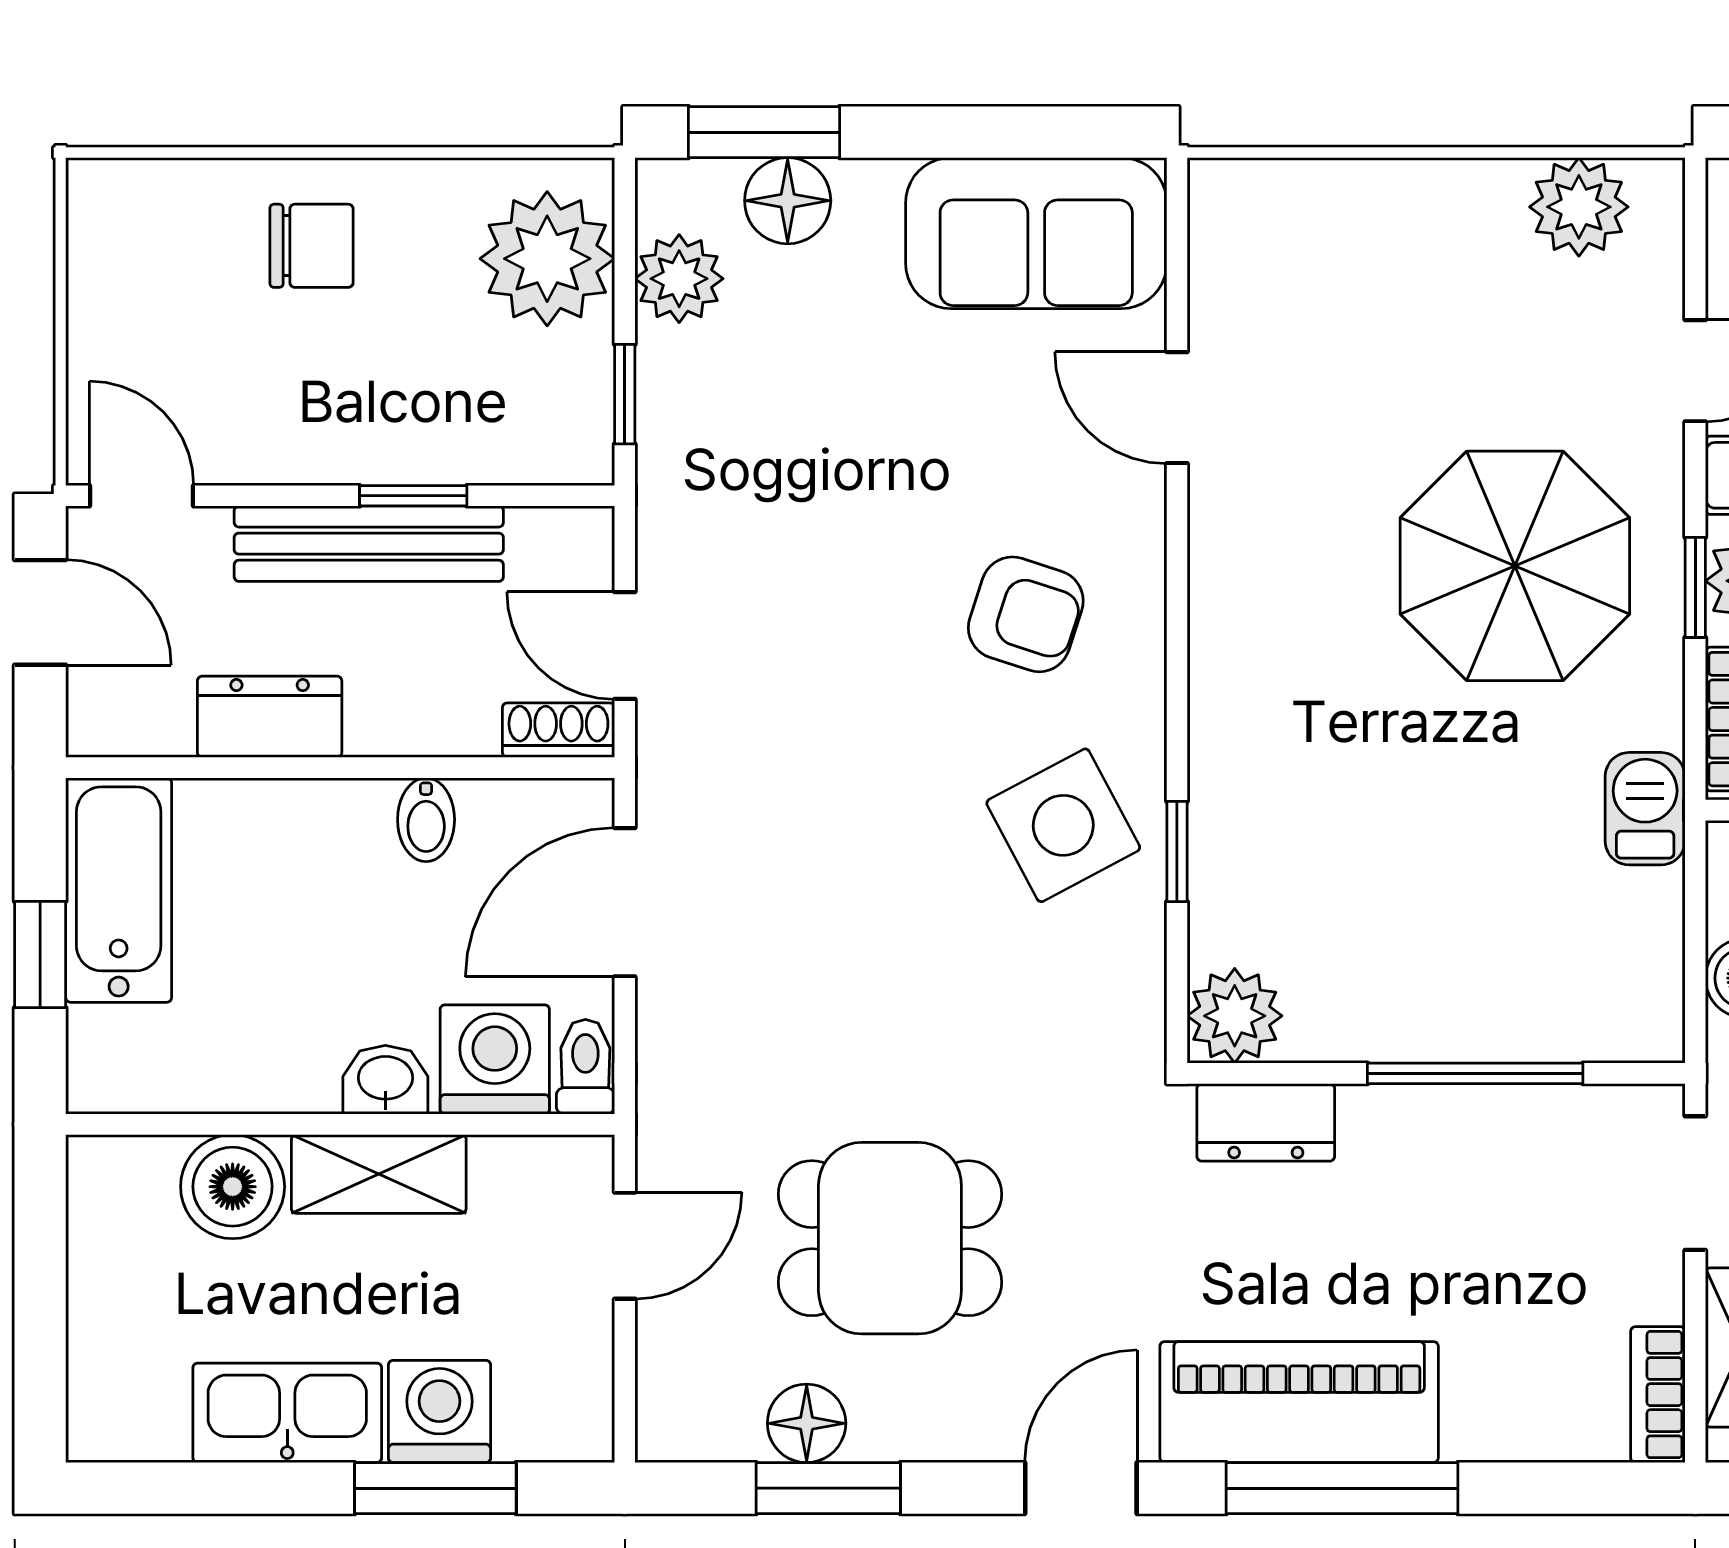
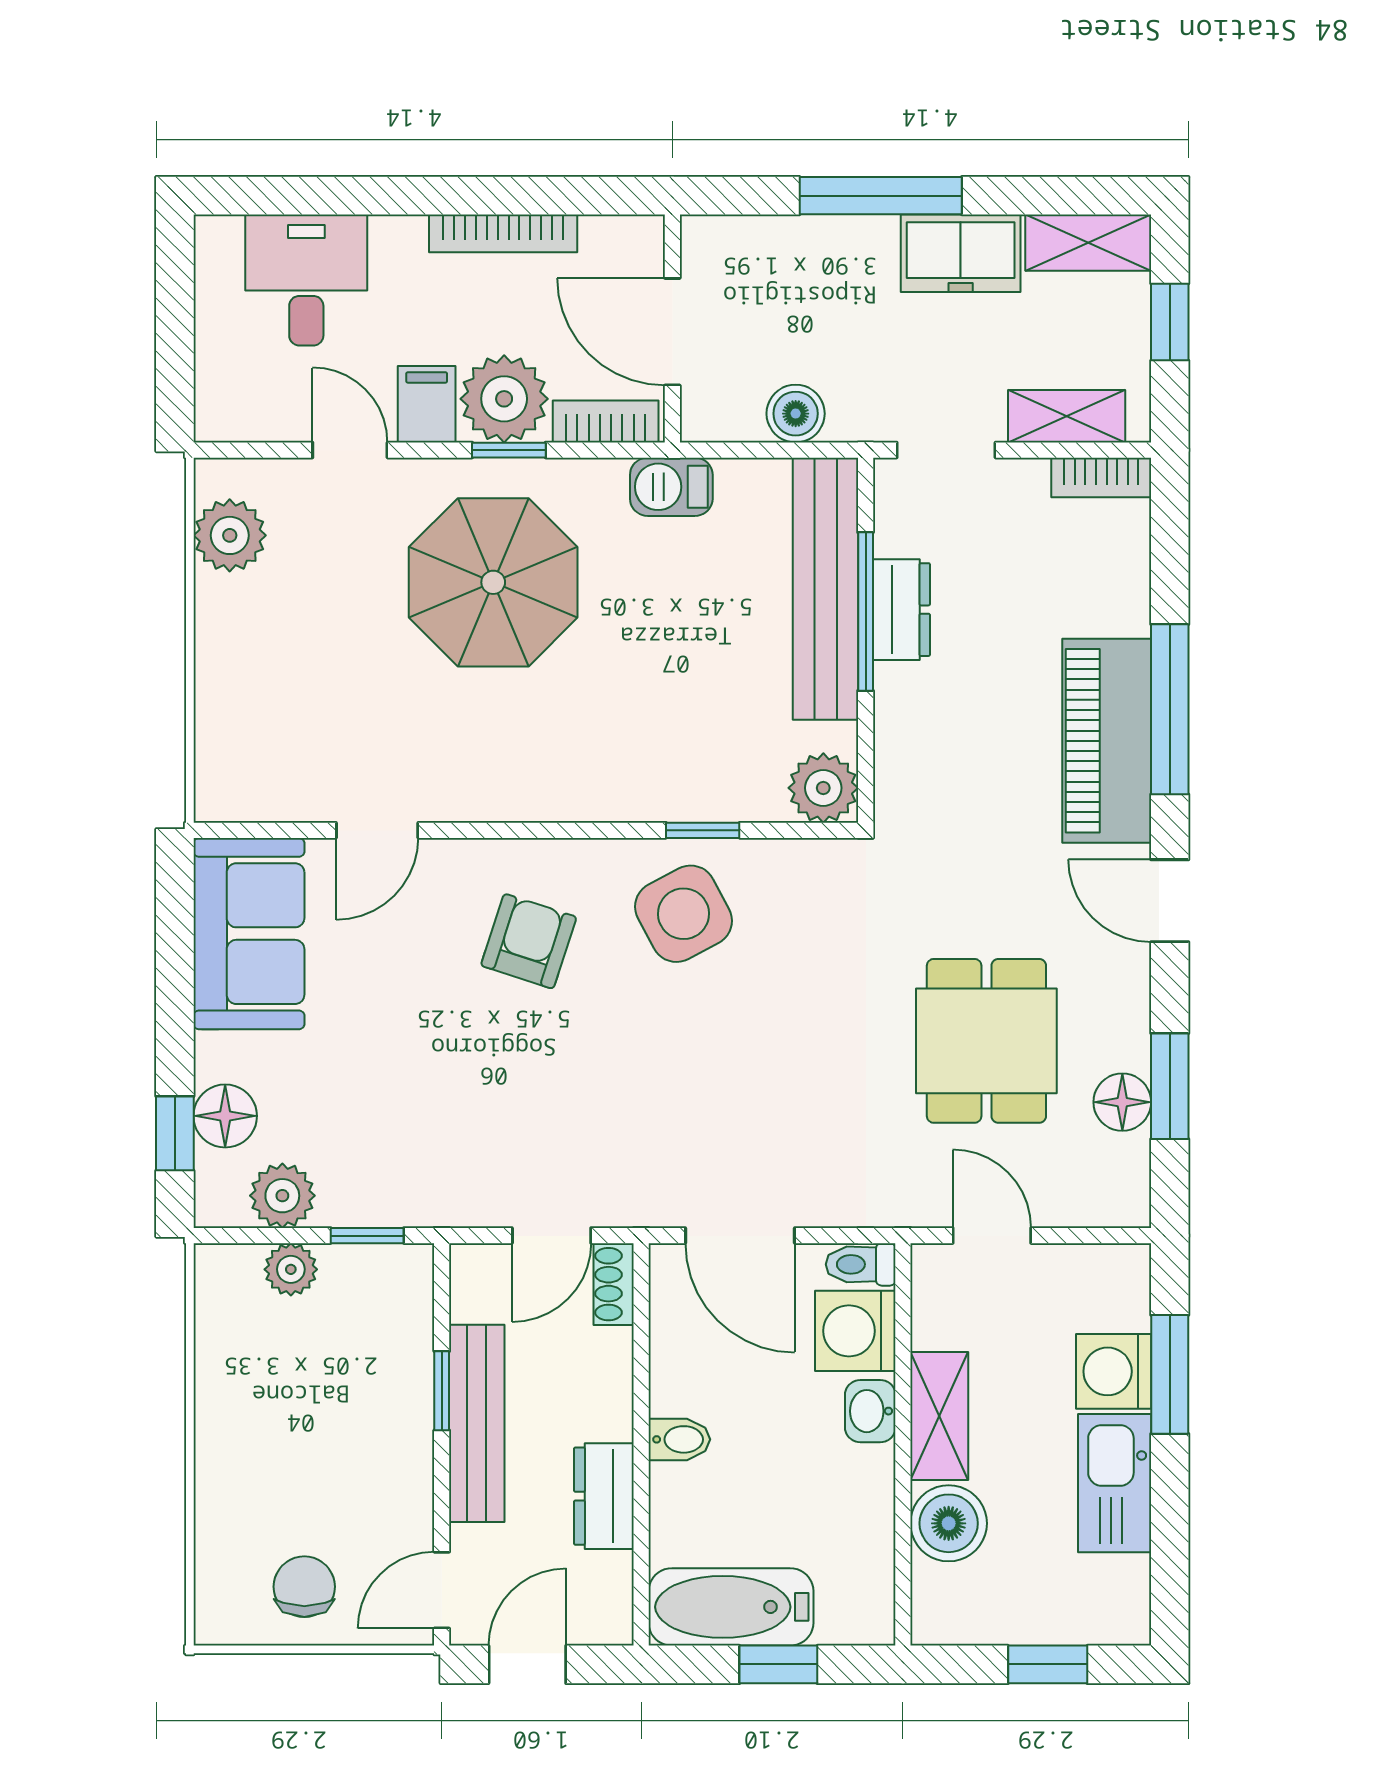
window: (764, 132) -> (175, 1133), width x0.67
chair: (311, 246) -> (304, 1587), moved
plant: (547, 259) -> (291, 1269), width x0.53, depth x0.53
bidet: (426, 820) -> (679, 1439), moved
bench: (1506, 1019) -> (825, 589), added
dresser: (1266, 1122) -> (901, 610), moved
window: (40, 1322) -> (1048, 1664), added

